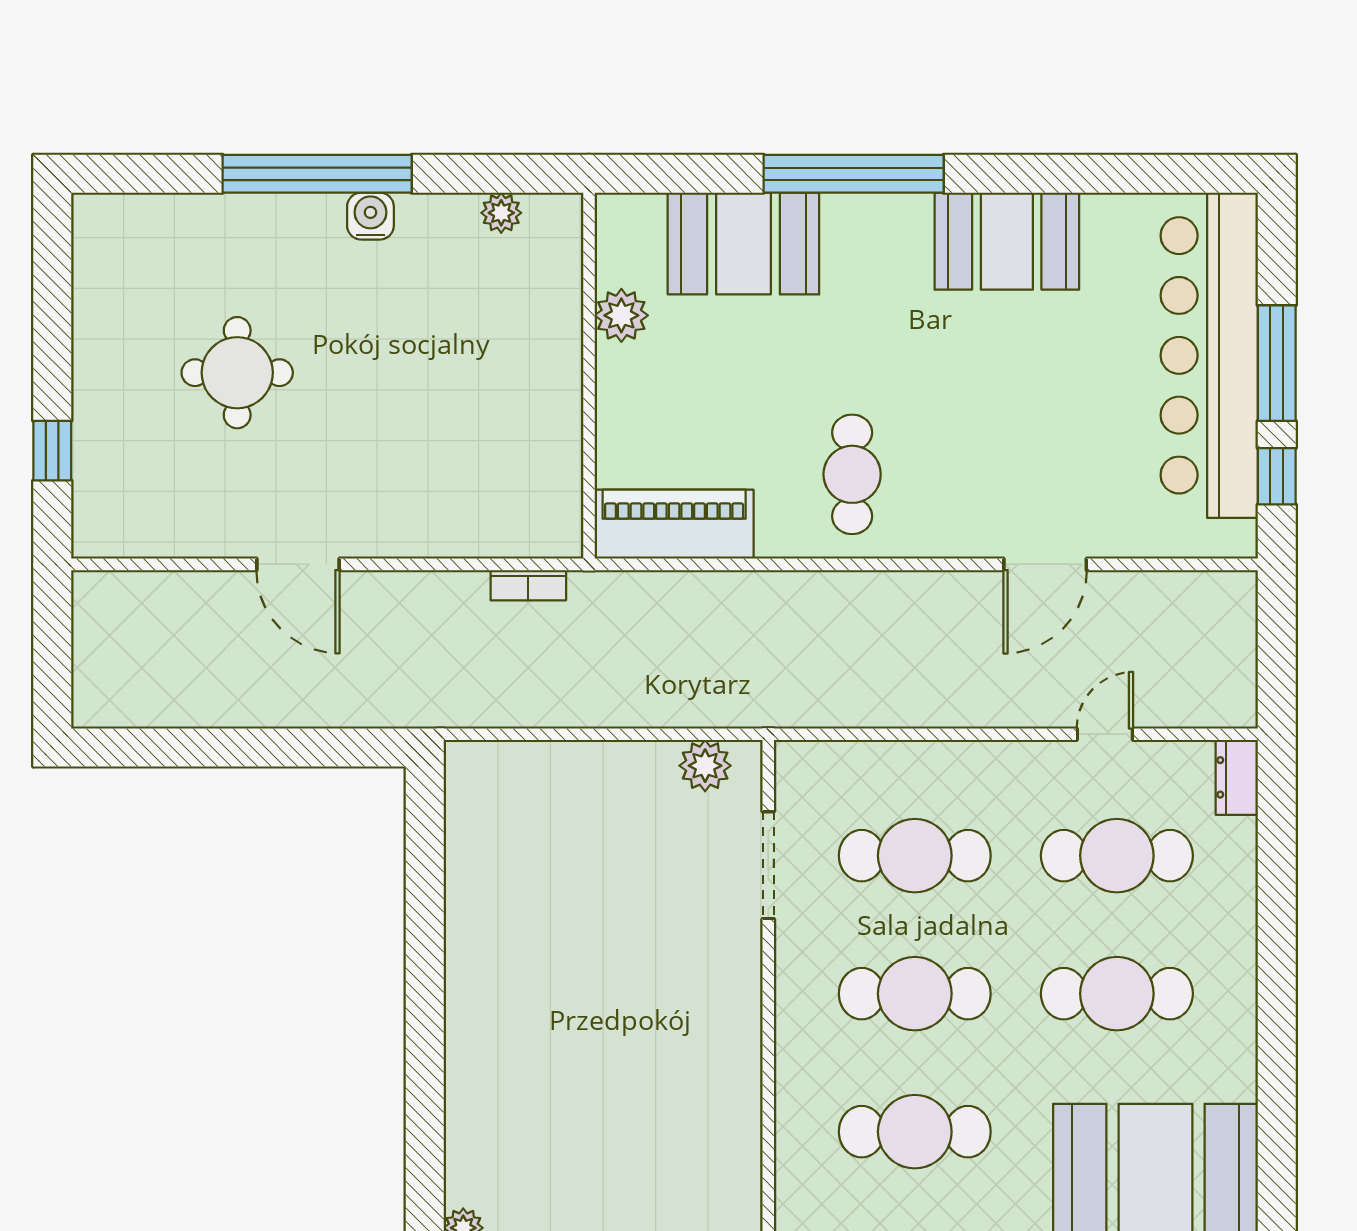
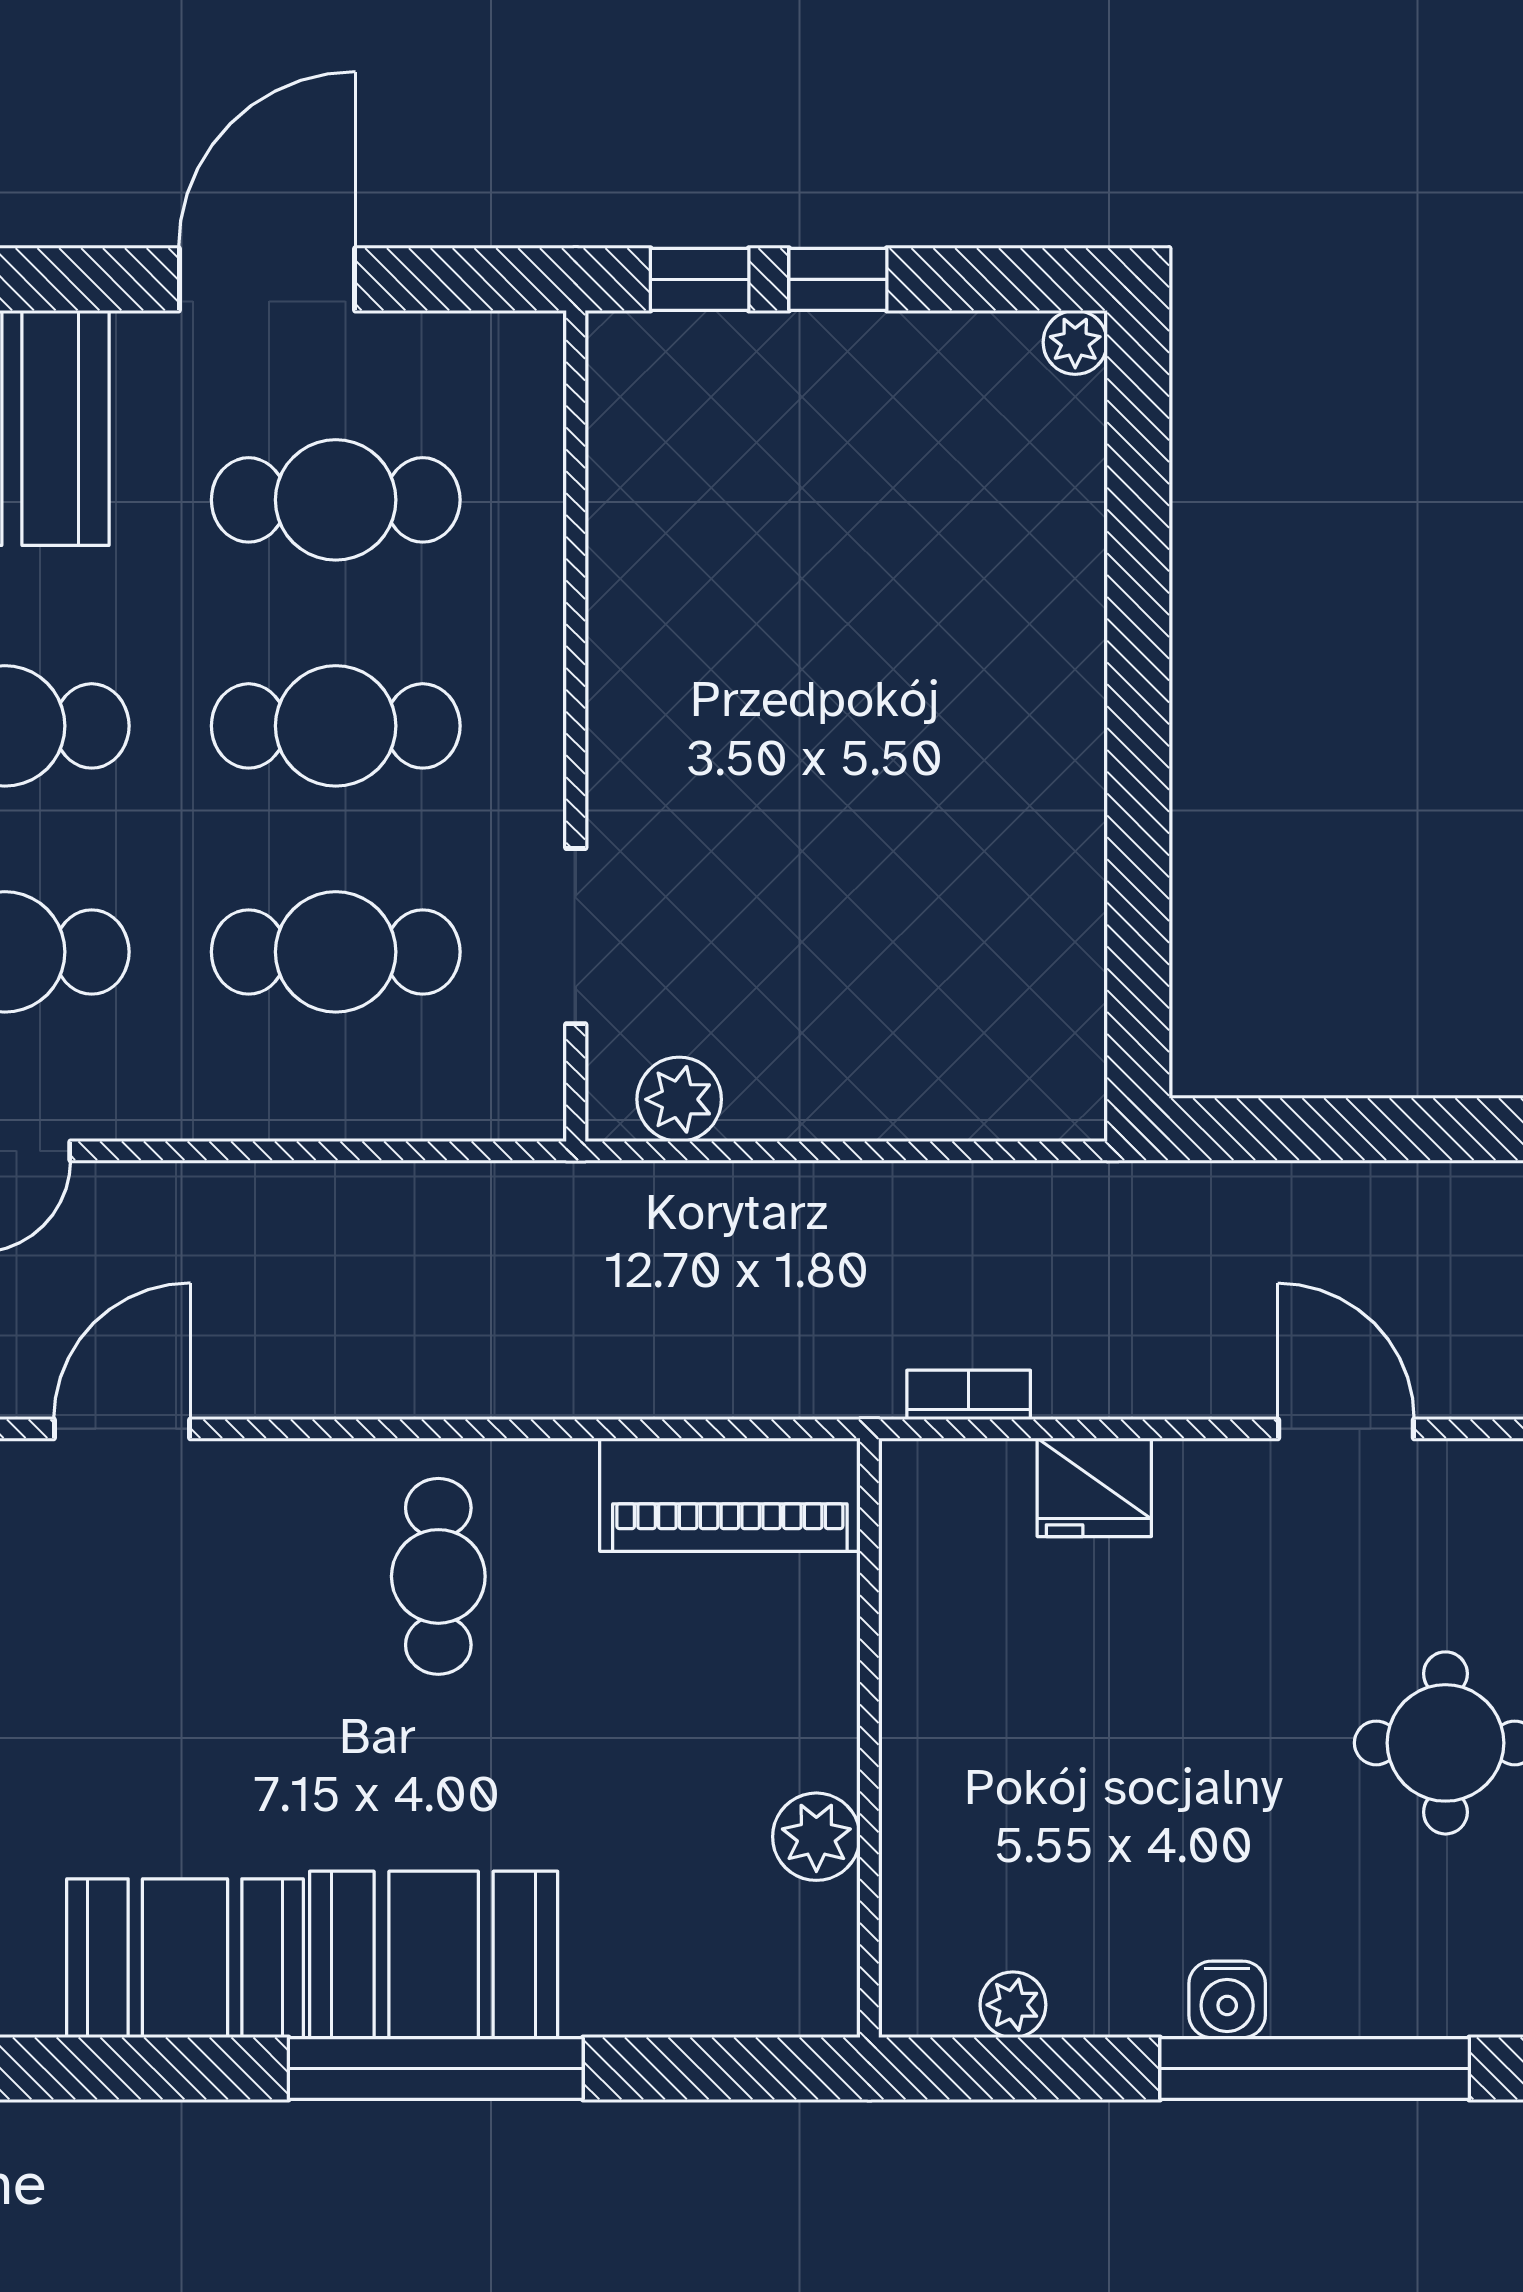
booth: (743, 244) -> (434, 1954), moved
fridge: (452, 529) -> (1094, 1487), added

